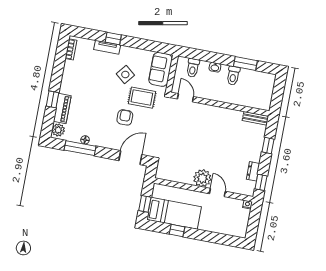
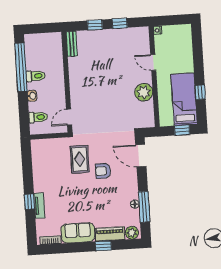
window: (245, 64) -> (21, 67), width x2.11
sofa: (160, 69) -> (78, 233), moved, turned 180
side table: (125, 74) -> (61, 181), removed
dresser: (253, 171) -> (124, 33), removed
plant: (202, 178) -> (144, 92), moved
window: (261, 182) -> (120, 23), moved
door: (217, 193) -> (153, 62), hinge flipped

